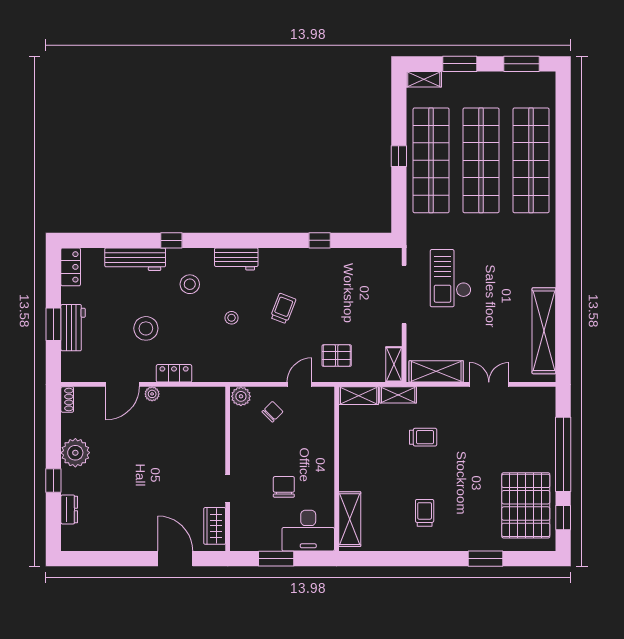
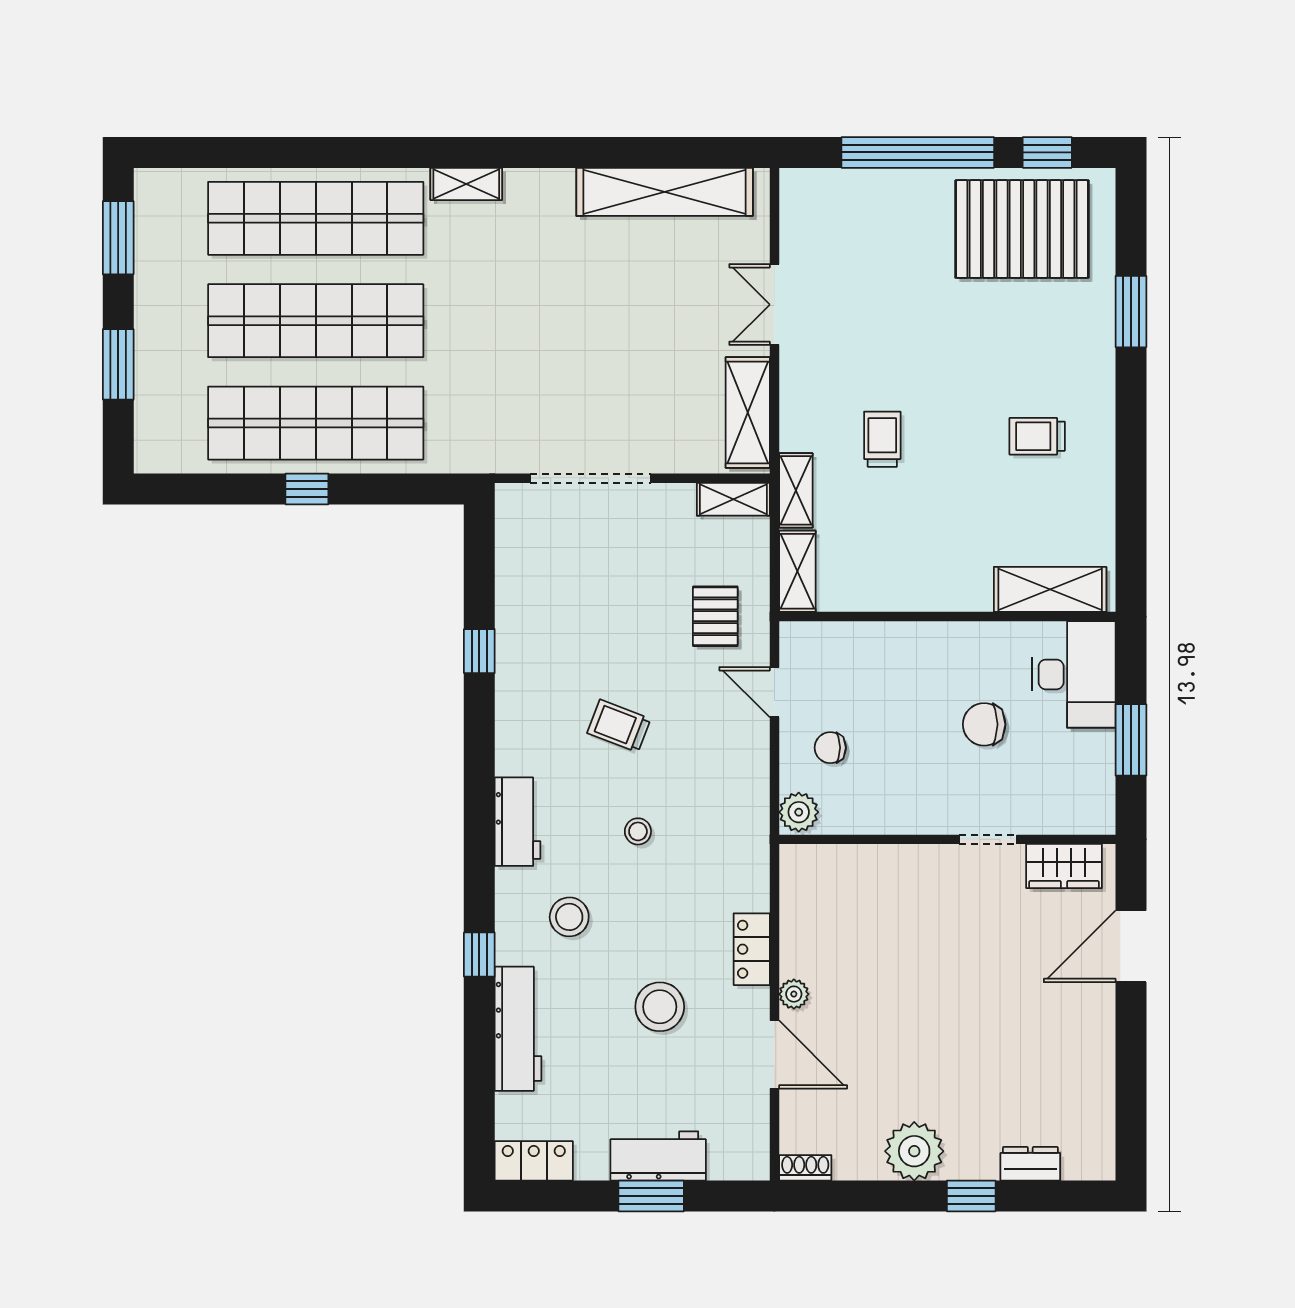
shelving: (424, 79) -> (466, 184), moved, turned 90
checkout: (451, 278) -> (557, 383), removed
chair: (272, 412) -> (830, 748), turned -45

